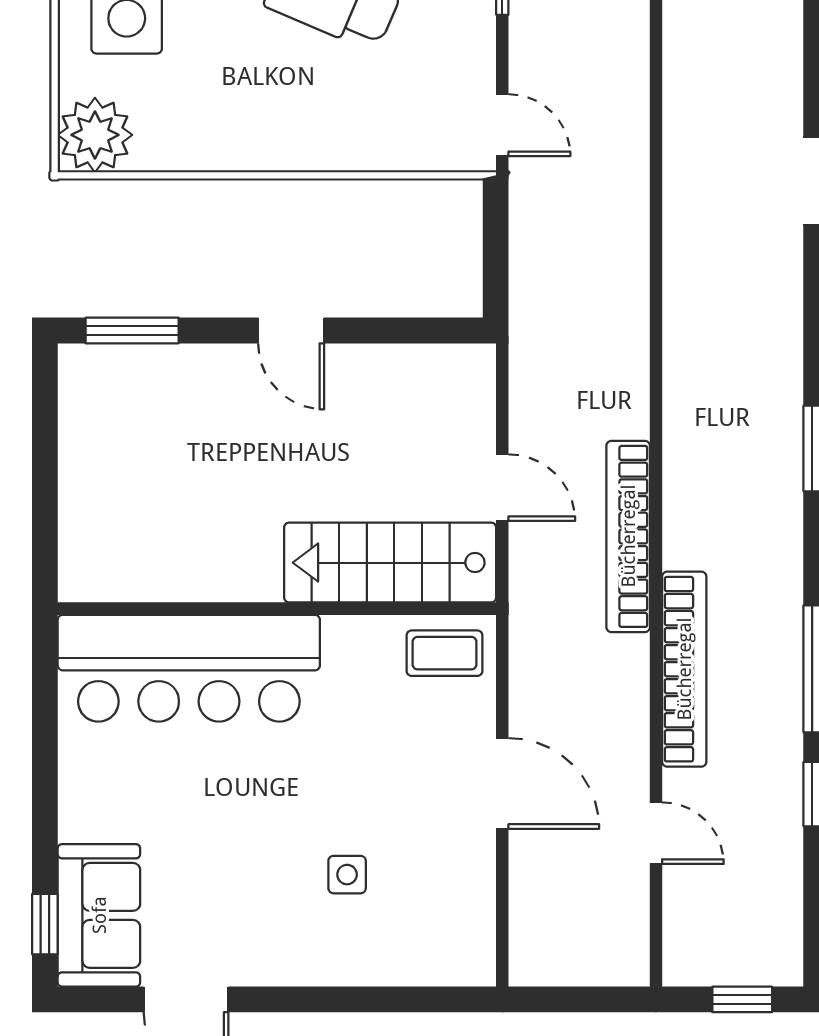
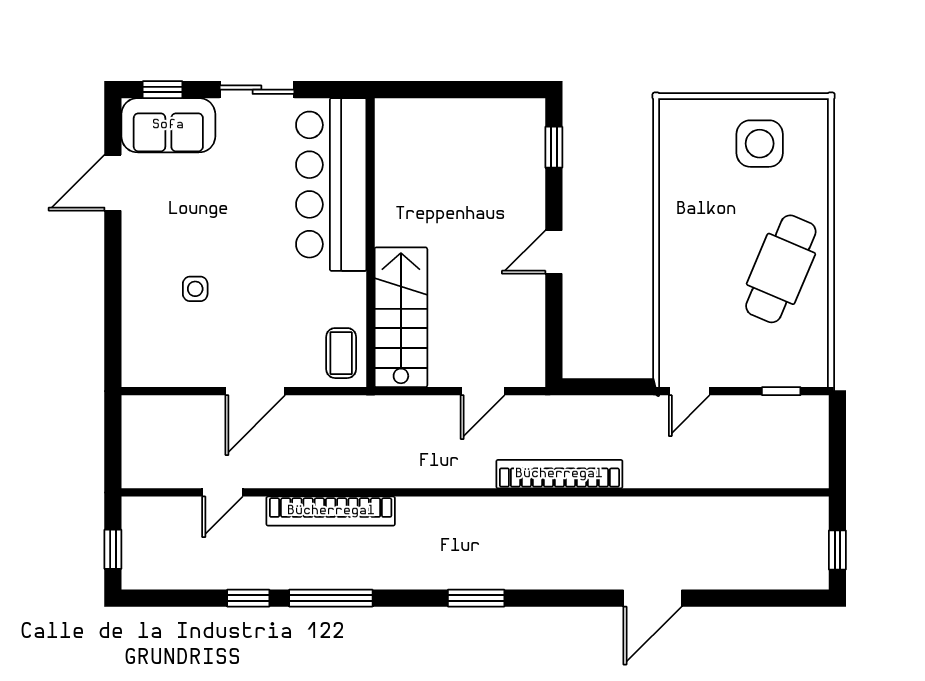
plant: (95, 135) -> (683, 123), removed
window: (132, 331) -> (554, 147), width x0.67
door: (502, 488) -> (483, 391), moved
bookcase: (628, 536) -> (559, 474), moved
sliding door: (45, 781) -> (257, 90), added

